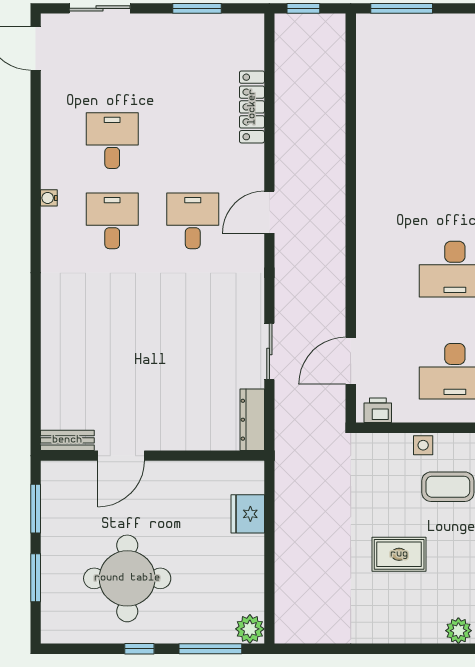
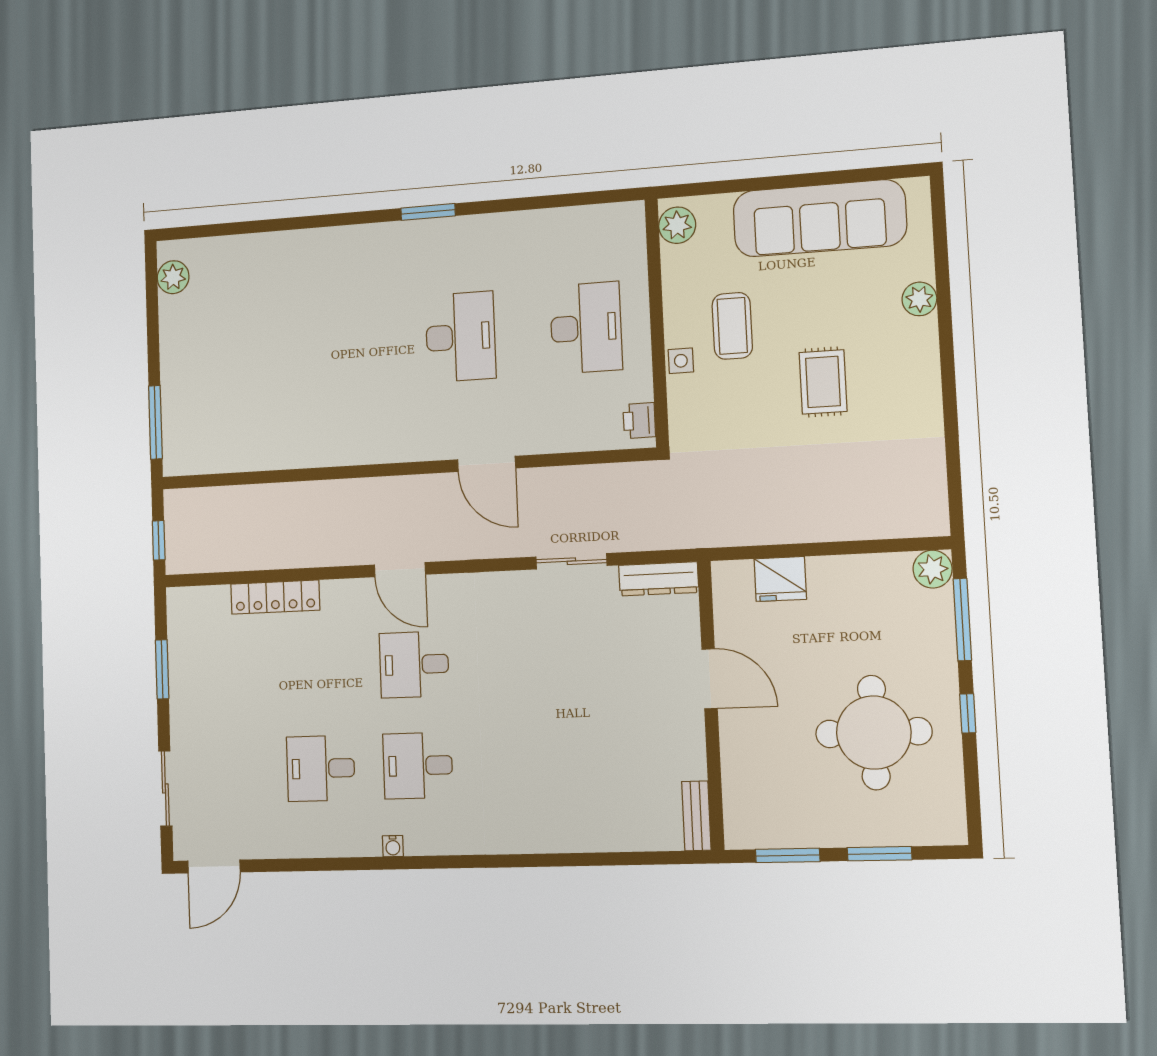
door: (351, 361) -> (487, 464), moved
door: (121, 456) -> (710, 679), moved

